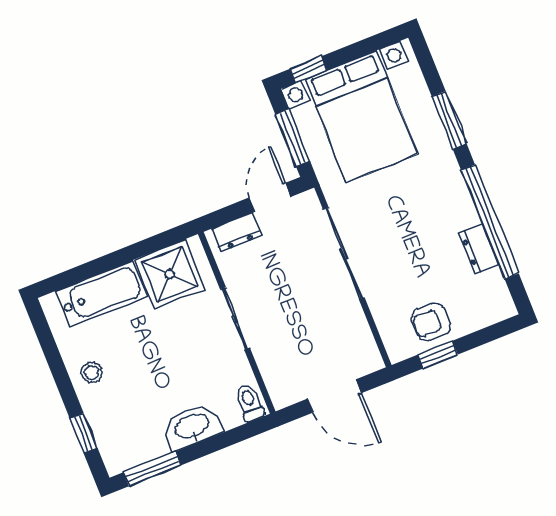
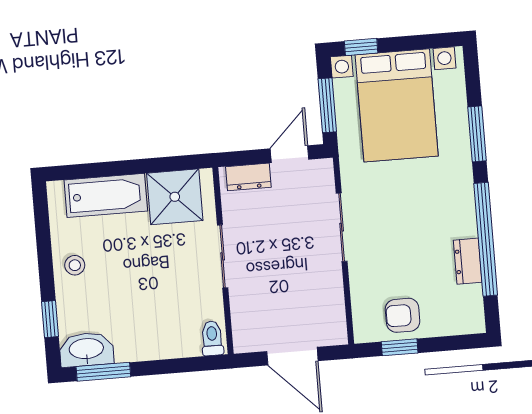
sliding door: (344, 254) -> (342, 227), width x0.73
washbasin: (192, 427) -> (86, 350), moved

